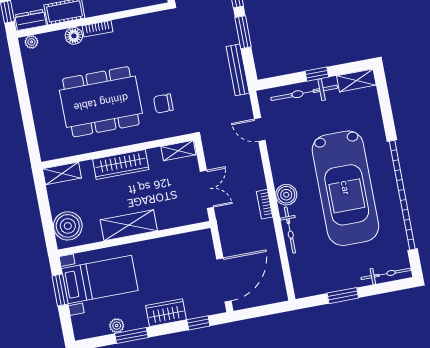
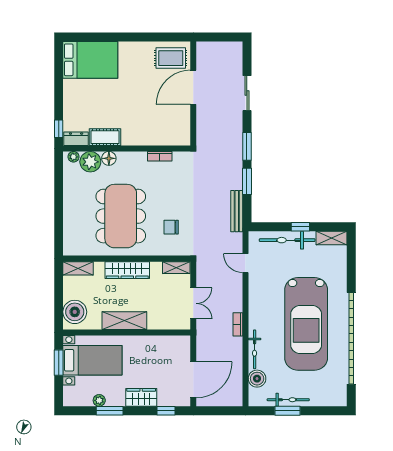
bookcase: (97, 29) -> (160, 156), moved
plant: (53, 44) -> (90, 162), added
dining table: (101, 102) -> (121, 216), turned 90
boiler: (286, 195) -> (257, 379), moved
bicycle: (386, 274) -> (288, 400), moved

